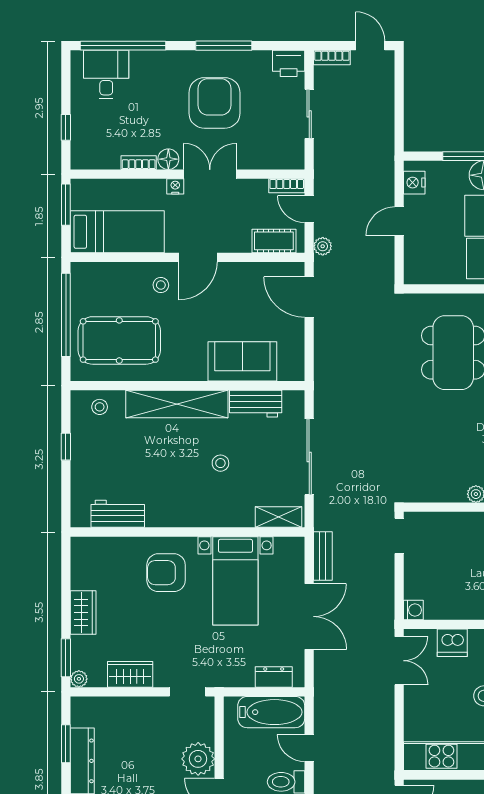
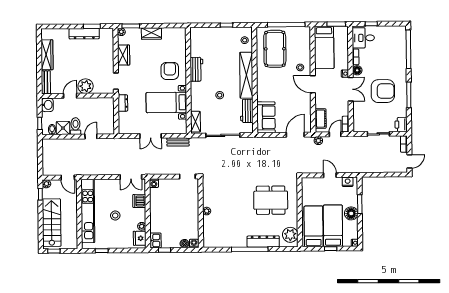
desk: (106, 75) -> (363, 38), moved, turned 180
sofa: (242, 361) -> (266, 117), moved
workbench: (118, 514) -> (196, 69), moved
double door: (309, 616) -> (151, 136), width x0.73
dresser: (274, 677) -> (123, 103), moved
bathtub: (271, 712) -> (107, 119), removed

